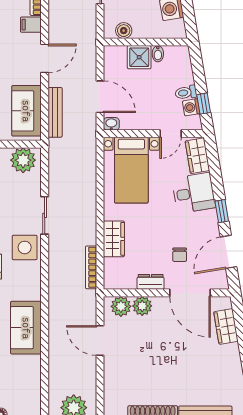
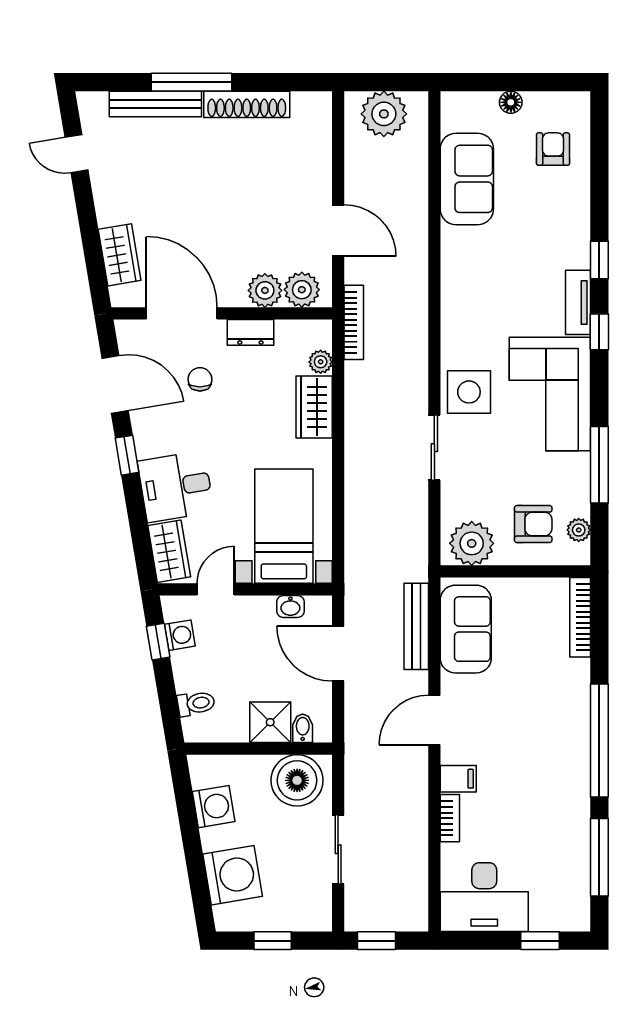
boiler: (124, 31) -> (297, 780), width x1.86, depth x1.86
bidet: (158, 54) -> (303, 728), moved
toilet: (186, 92) -> (196, 703), moved
washbasin: (111, 124) -> (290, 607), moved
door: (229, 252) -> (115, 384), hinge flipped
plant: (110, 265) -> (321, 362), added
bookcase: (91, 267) -> (354, 322), moved
sofa: (26, 328) -> (467, 179), moved

